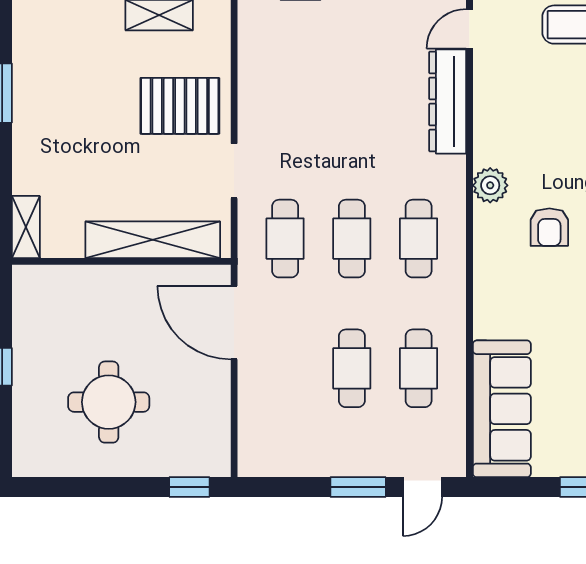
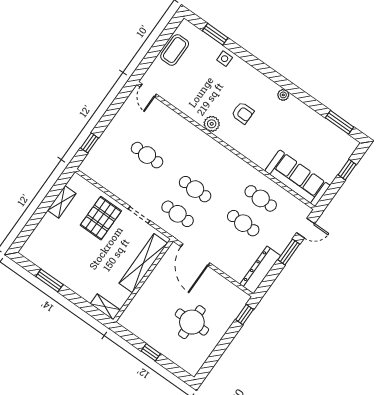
dresser: (448, 101) -> (260, 270), moved, turned 90
cafe table: (419, 239) -> (147, 155), moved
door: (234, 323) -> (195, 255), hinge flipped
door: (422, 487) -> (306, 228), hinge flipped

